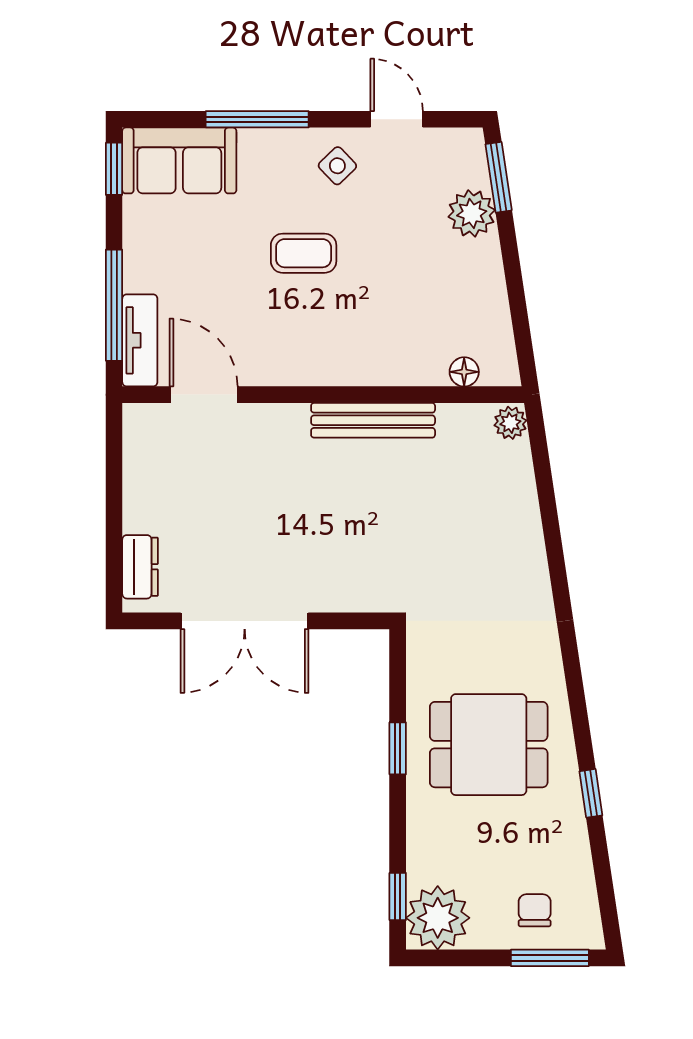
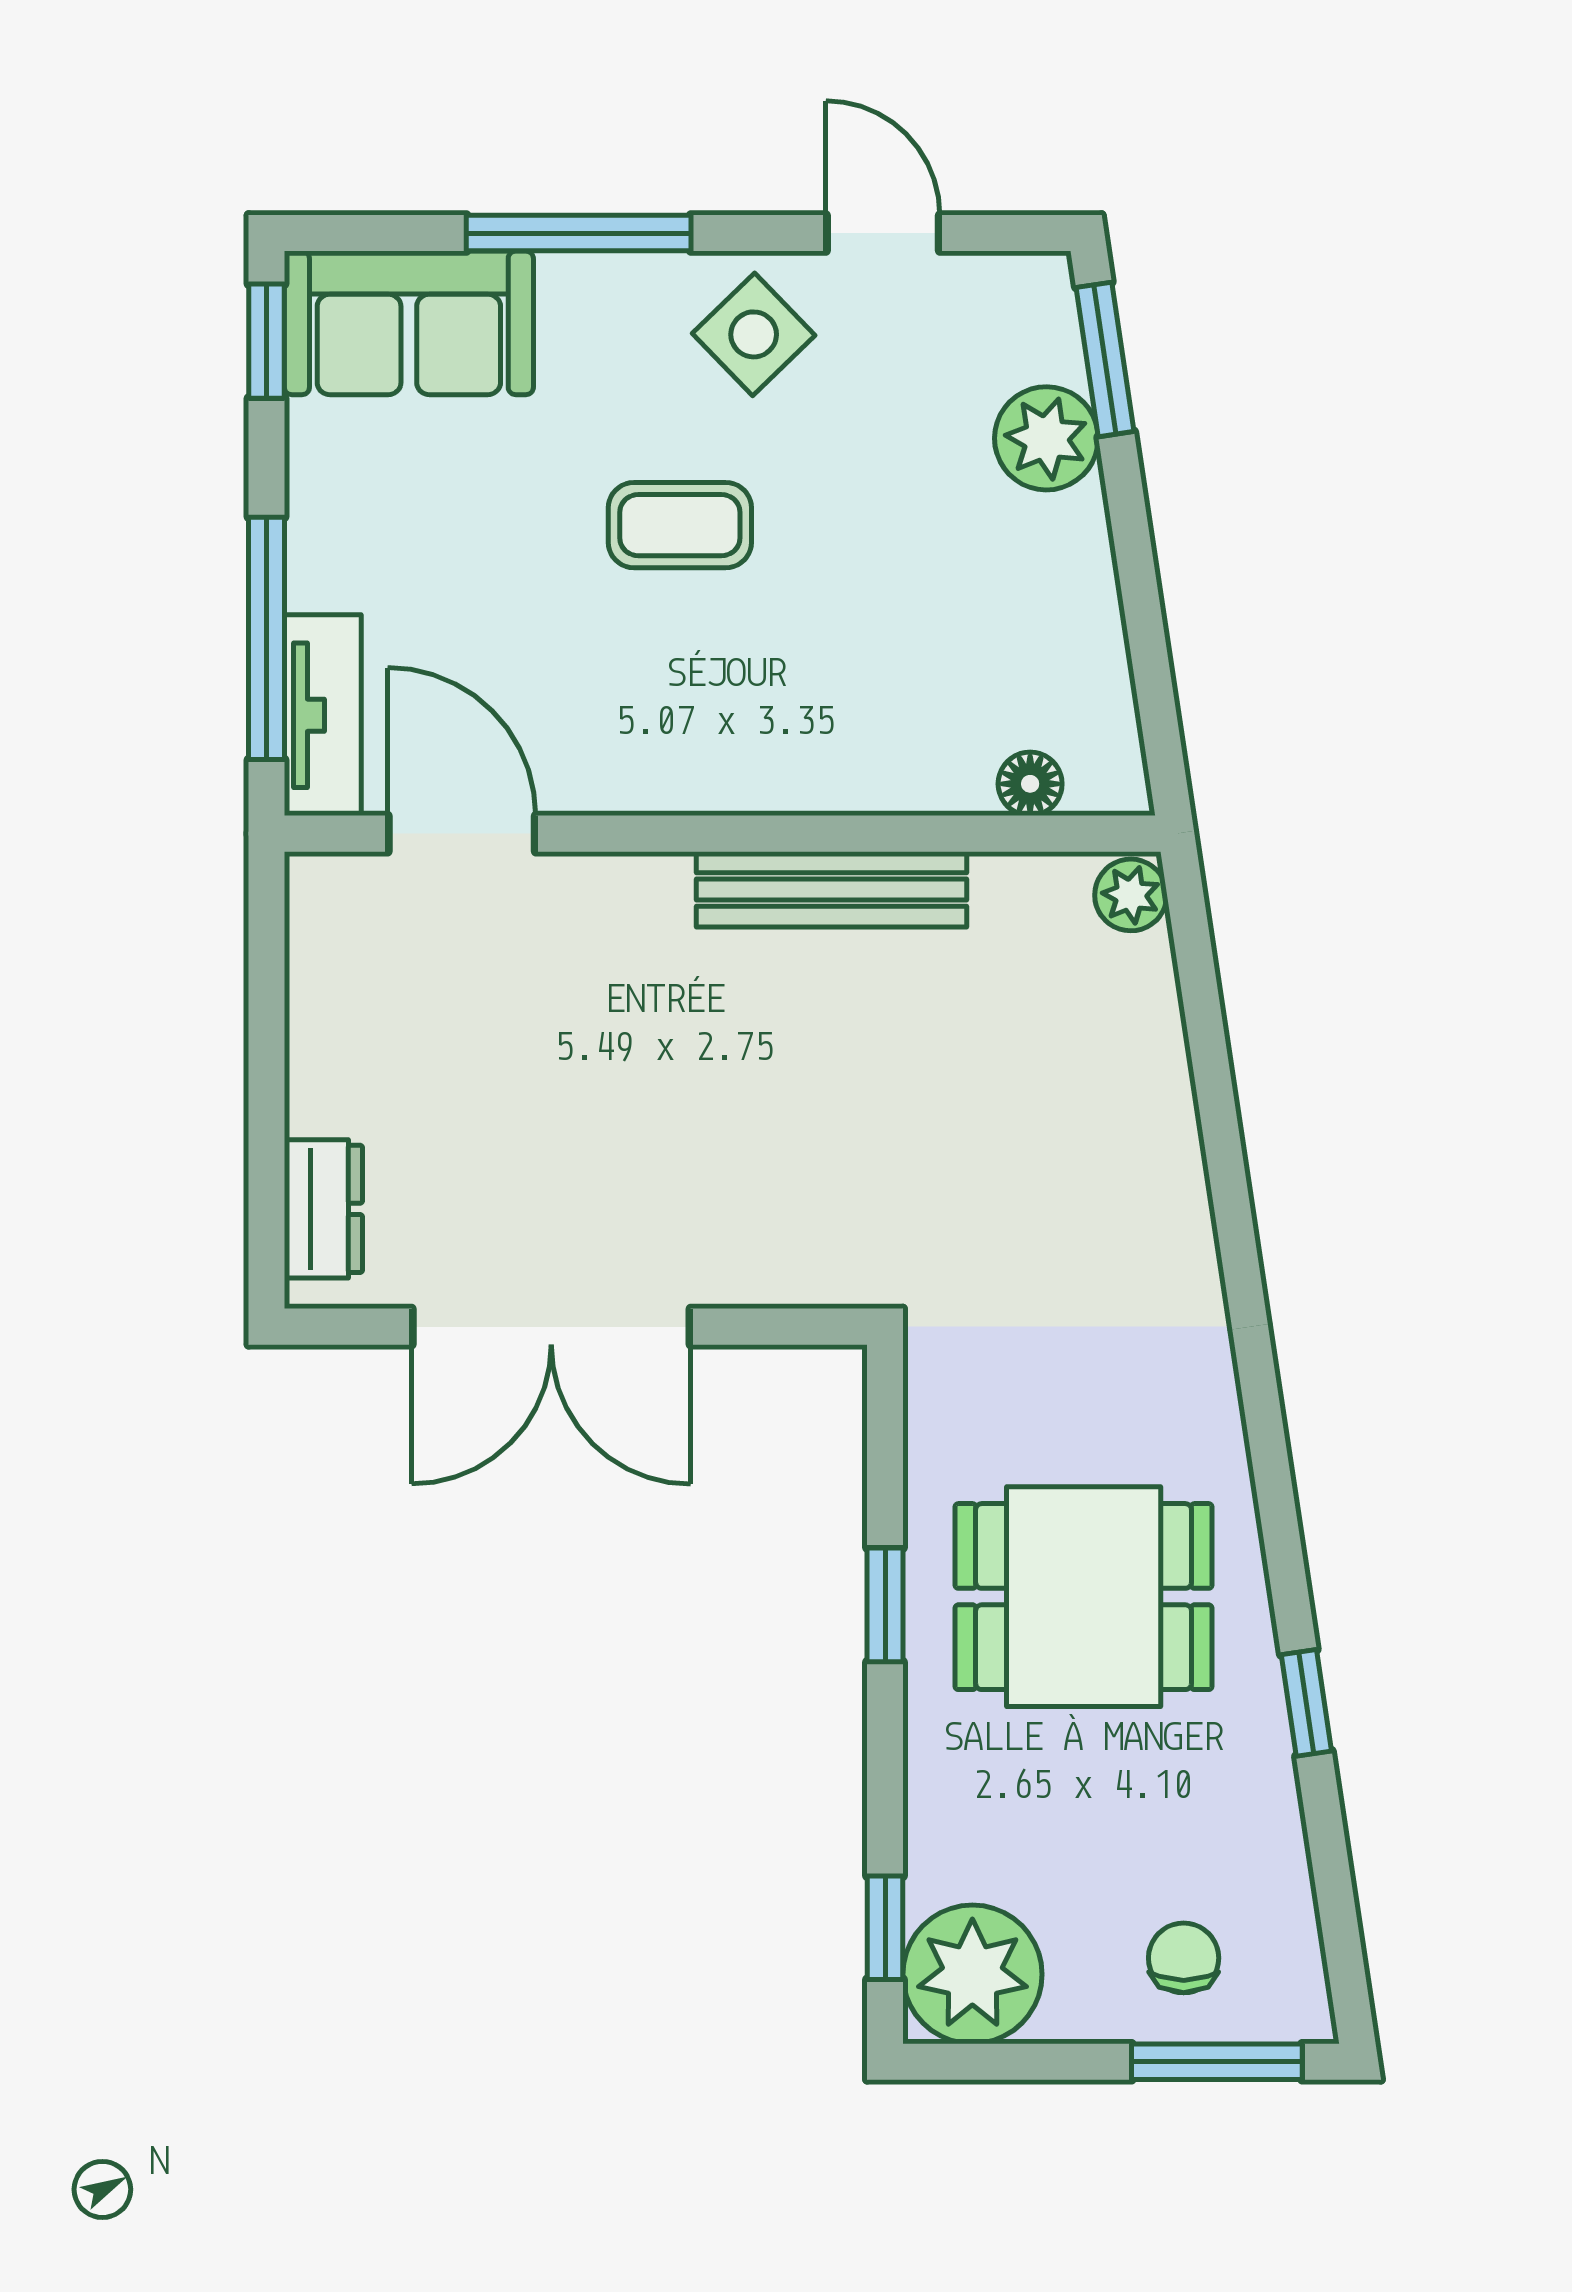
side table: (337, 166) -> (754, 334), width x1.37, depth x1.37

